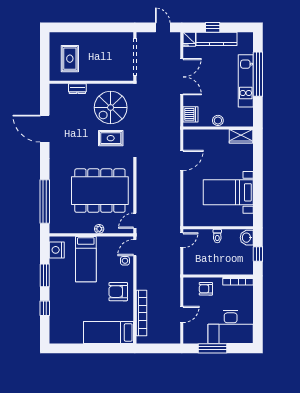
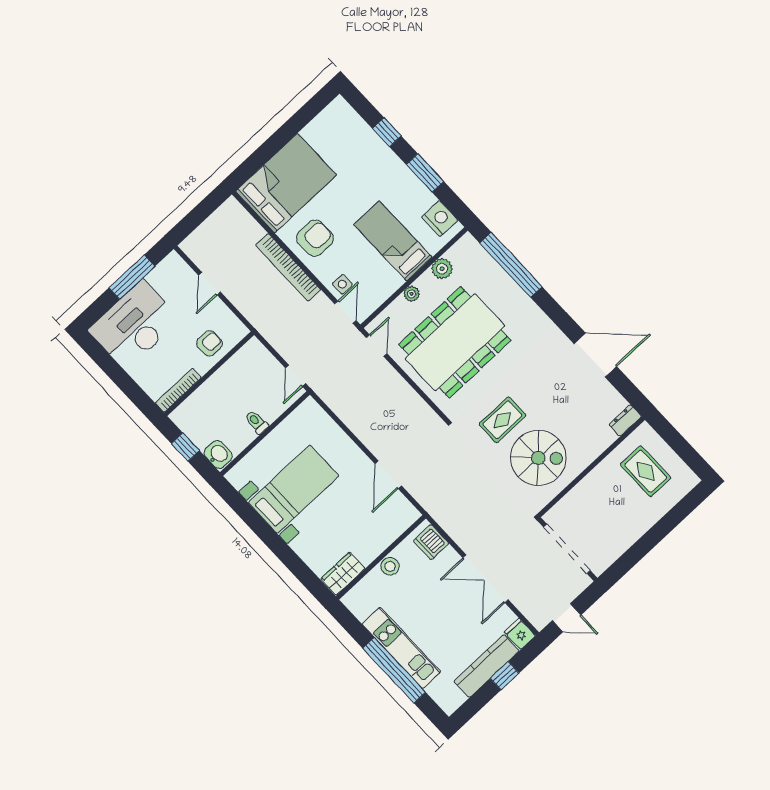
dresser: (77, 89) -> (625, 420), moved
spiral stairs: (111, 107) -> (538, 458), turned 90
plant: (76, 227) -> (442, 269), added
bookcase: (141, 313) -> (288, 267), moved
bed: (109, 332) -> (286, 183), width x1.50

